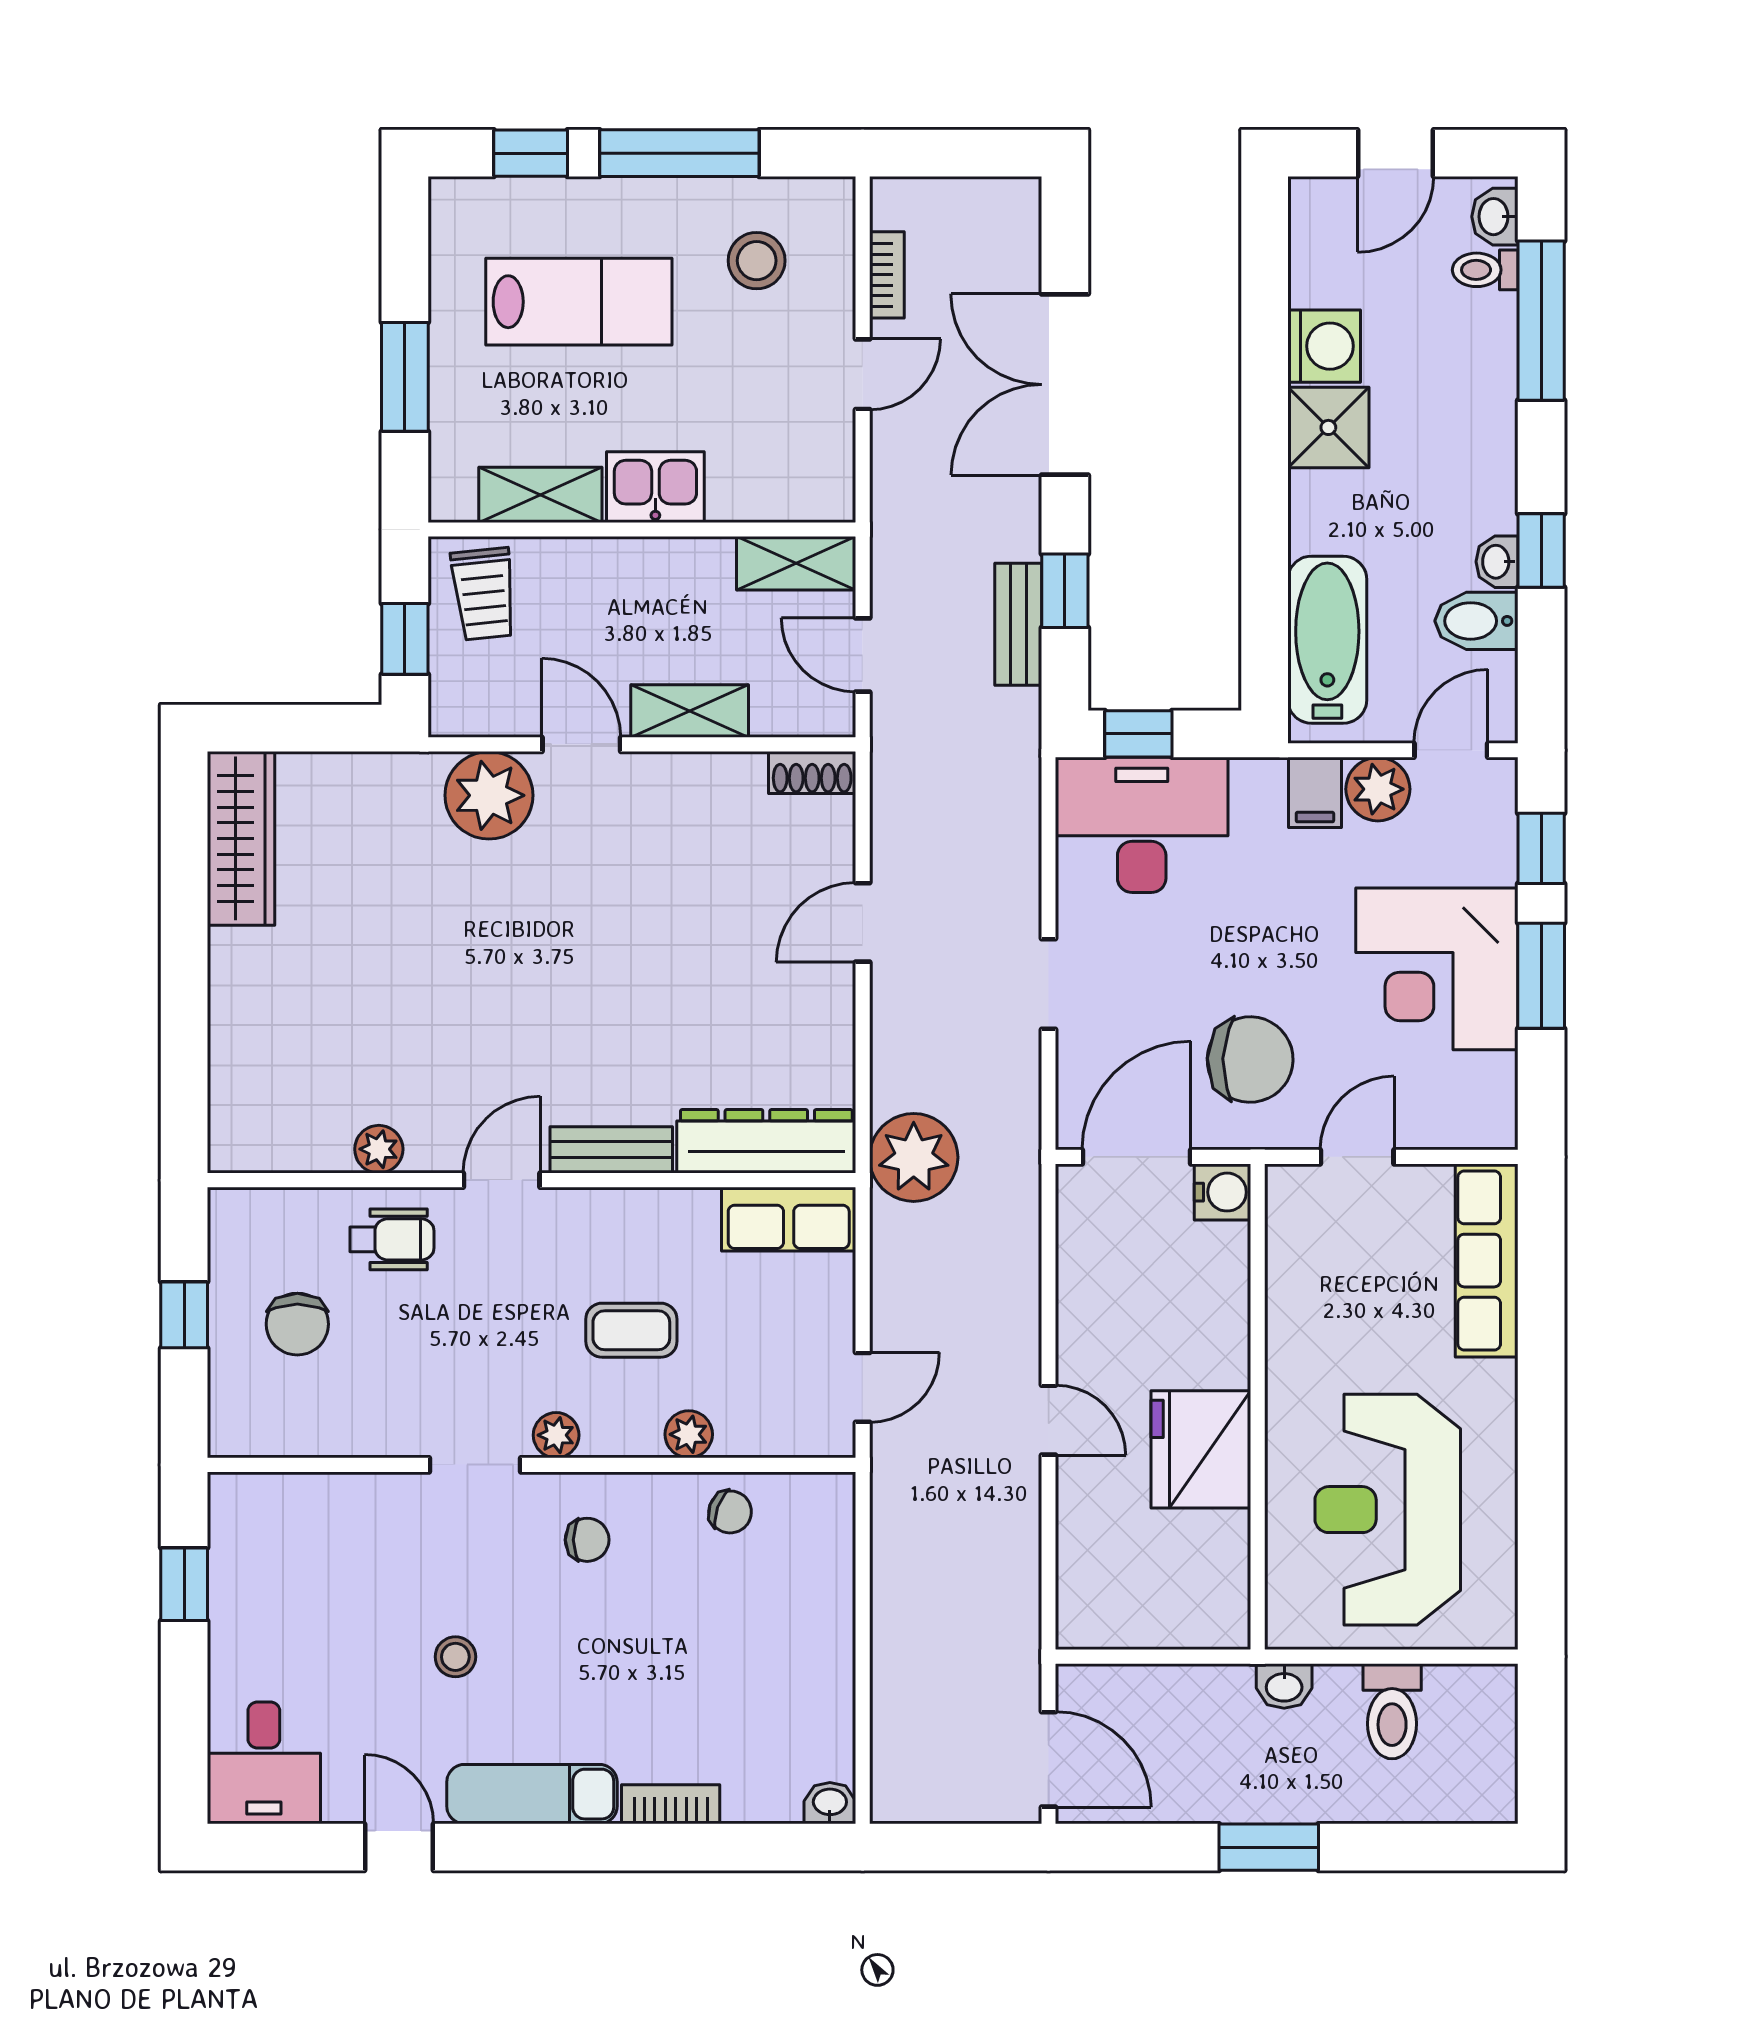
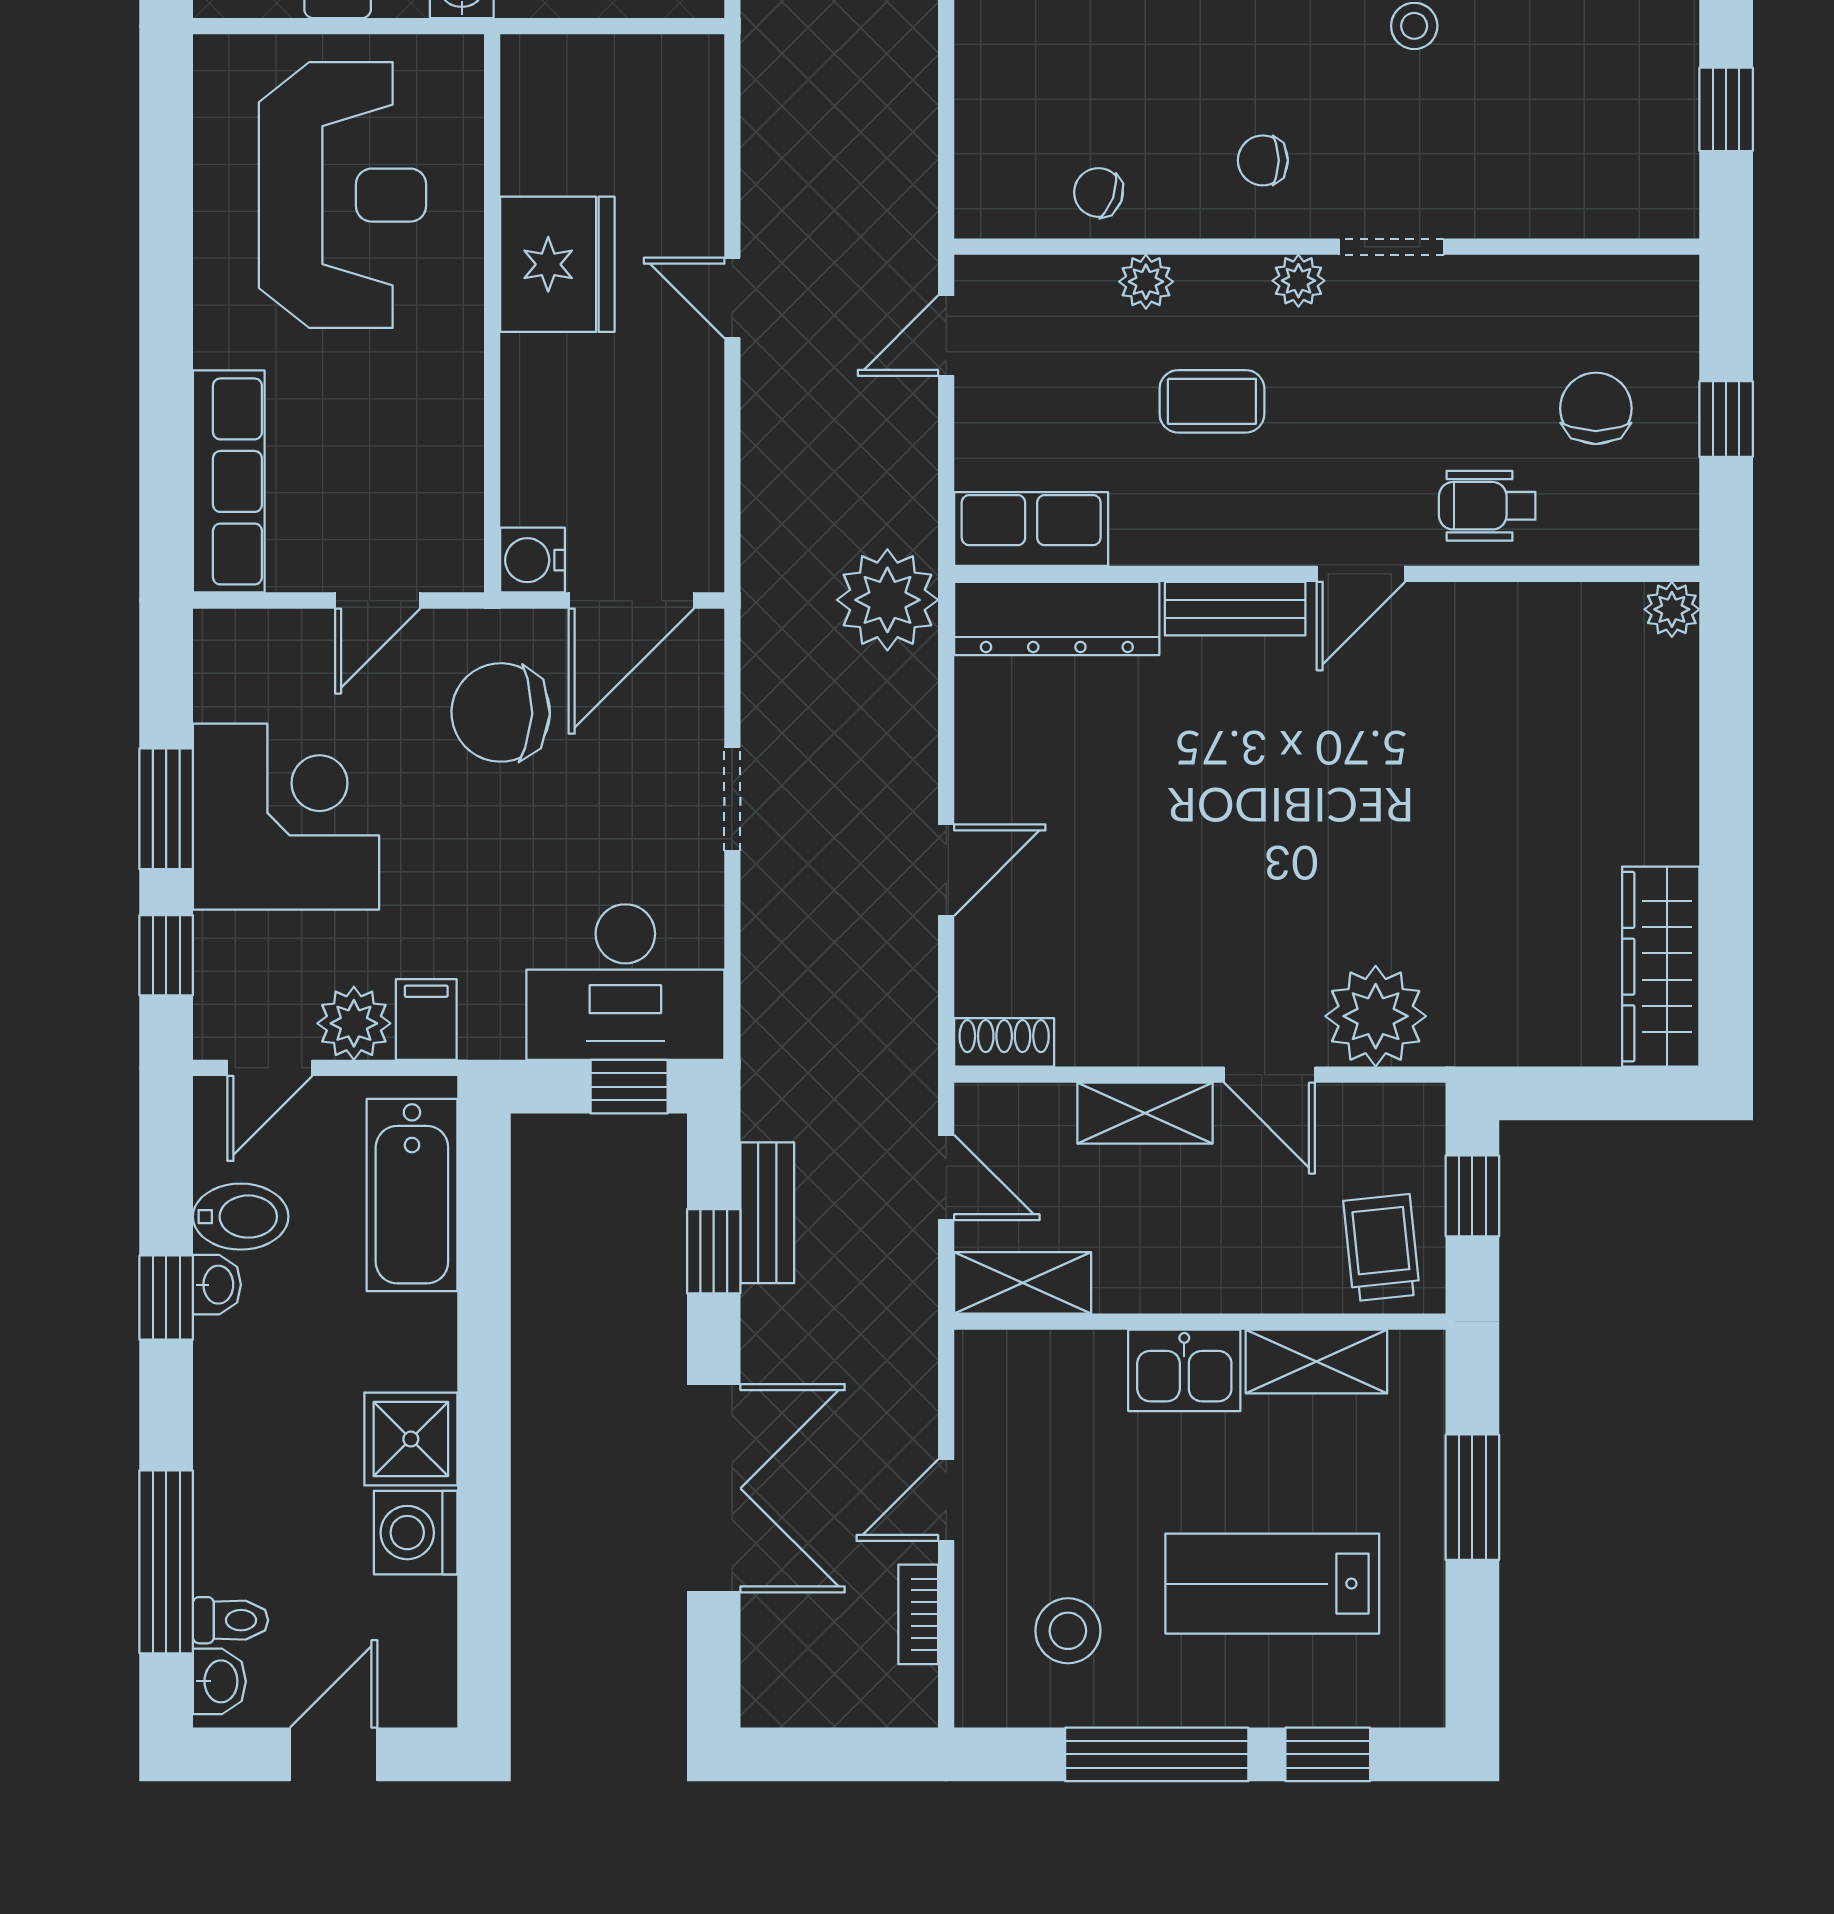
plant: (379, 1149) -> (1672, 609), moved

